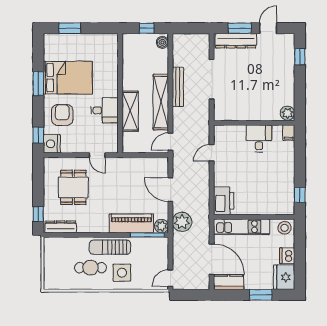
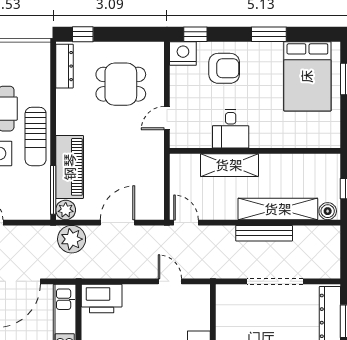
bed: (68, 78) -> (307, 76), moved
shelving: (161, 102) -> (278, 209), moved
sun lounger: (110, 247) -> (36, 136), turned 180

